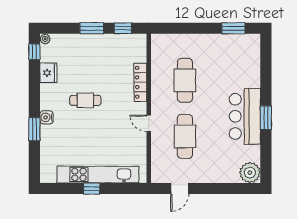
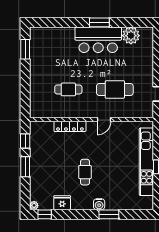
cafe table: (185, 80) -> (68, 89), width x0.73, depth x0.74
plant: (250, 173) -> (131, 36), moved

